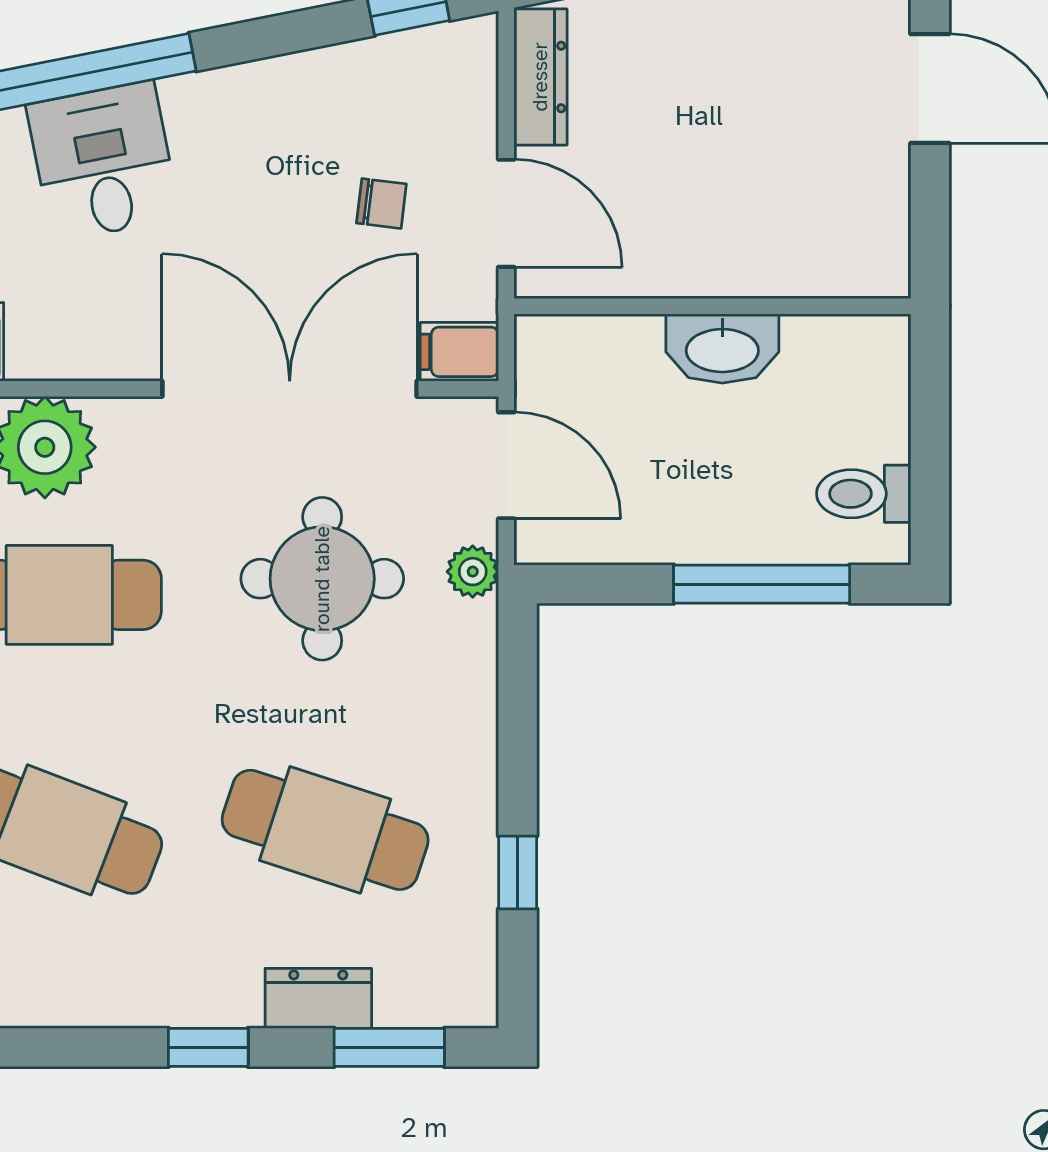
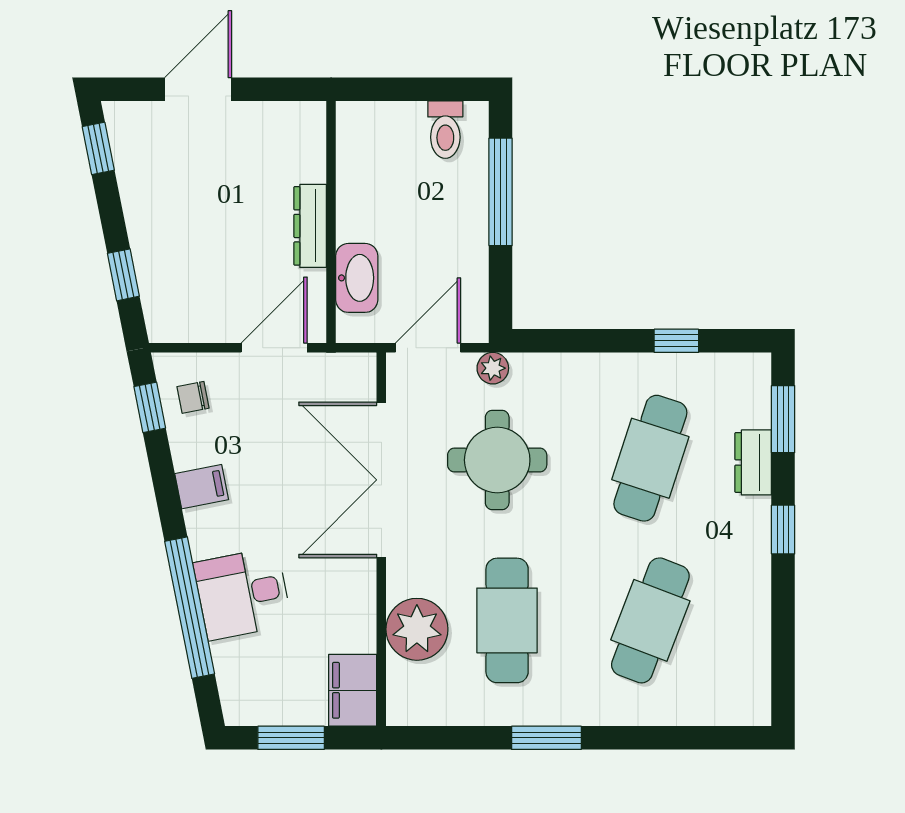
dresser: (540, 77) -> (310, 226), moved, turned -90
chair: (381, 204) -> (193, 397), moved, turned -108
washbasin: (722, 349) -> (357, 278), moved
filing cabinet: (459, 352) -> (202, 487), moved, turned -101

